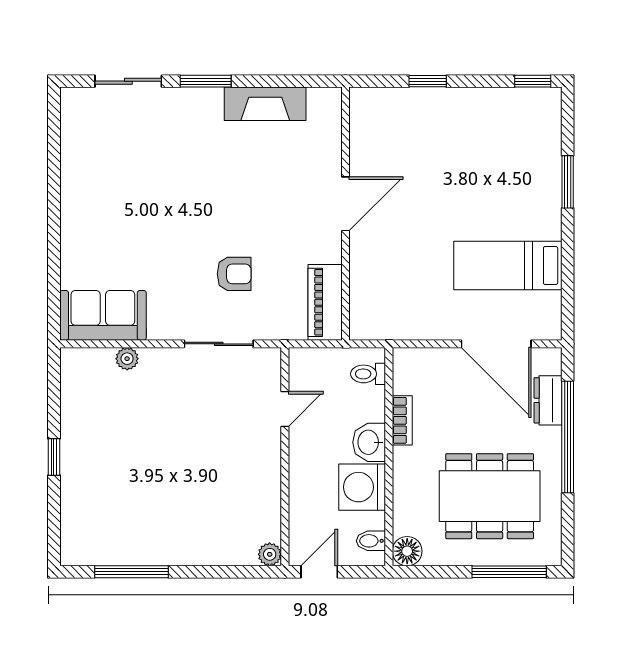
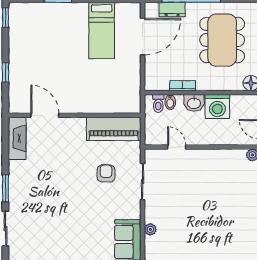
fireplace: (265, 104) -> (17, 138), moved
door: (346, 204) -> (45, 115), moved
piano: (325, 302) -> (114, 129), width x1.37, depth x1.33
bidet: (371, 541) -> (170, 102), moved

